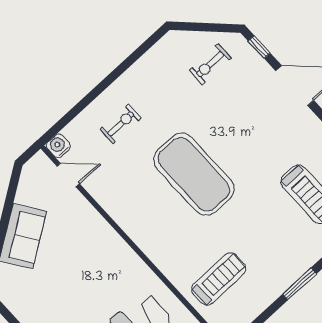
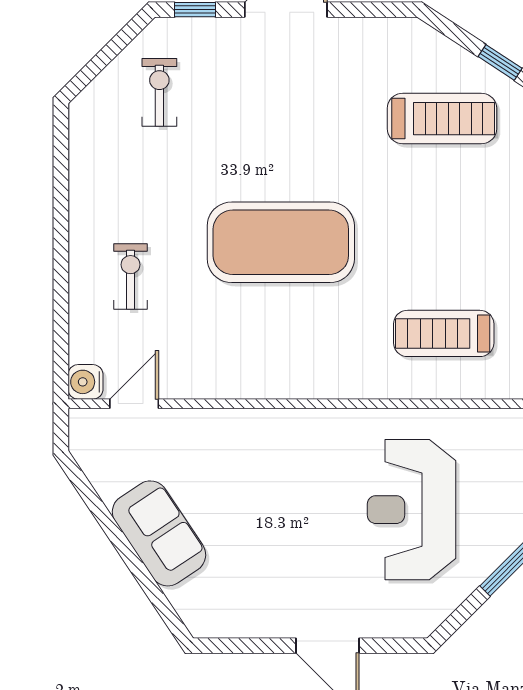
exercise bike: (210, 64) -> (159, 92), turned 180
treadmill: (219, 279) -> (444, 333), turned -90

